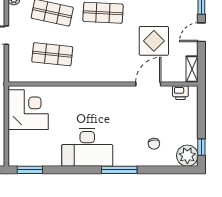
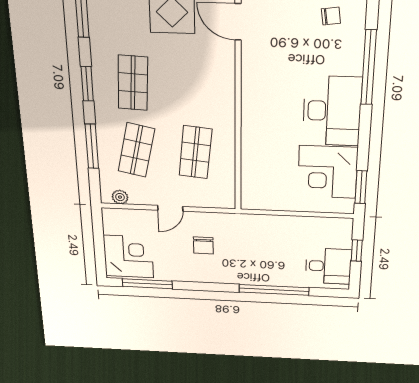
corner desk: (28, 110) -> (328, 172), moved, turned -90
window: (119, 170) -> (369, 68), width x1.46

